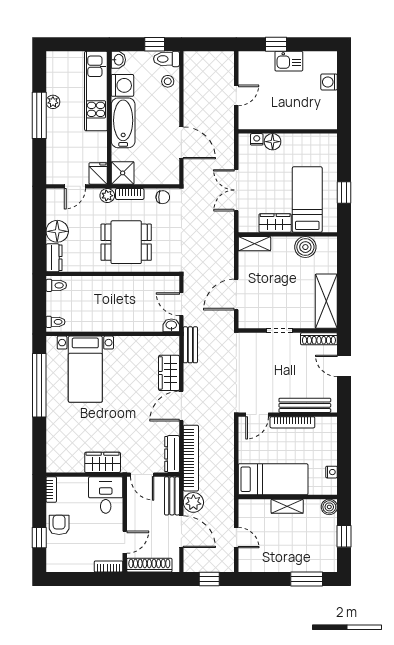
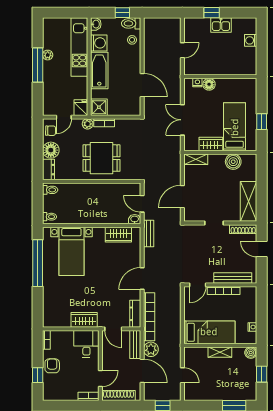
chair: (163, 197) -> (51, 131), moved
wardrobe: (169, 373) -> (118, 235), moved, turned -90

